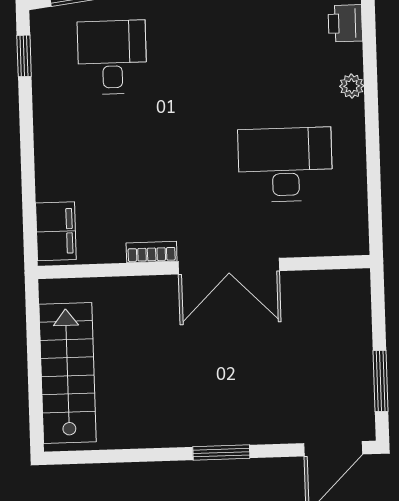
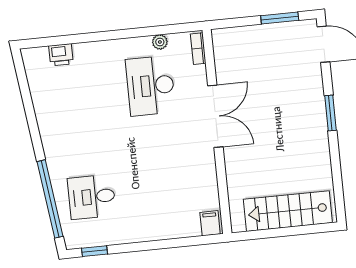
plant: (352, 86) -> (160, 42), moved
filing cabinet: (56, 231) -> (210, 223), width x0.50
bookcase: (152, 252) -> (198, 49), moved

